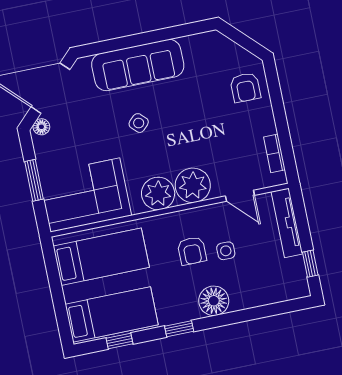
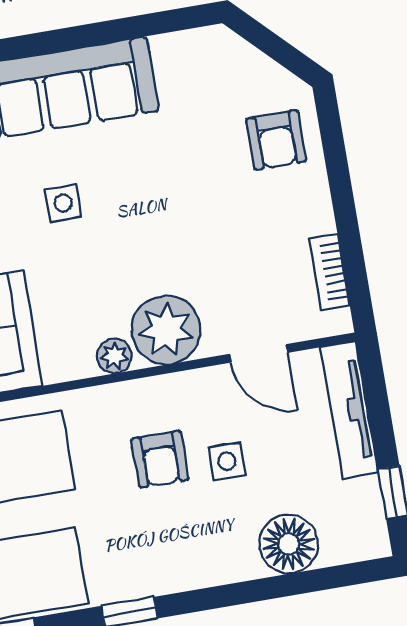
side table: (139, 123) -> (63, 203), turned 45
plant: (158, 193) -> (114, 356), width x0.53, depth x0.53
floor lamp: (214, 301) -> (289, 544), moved

